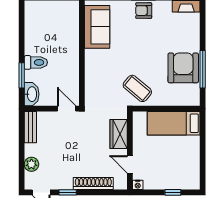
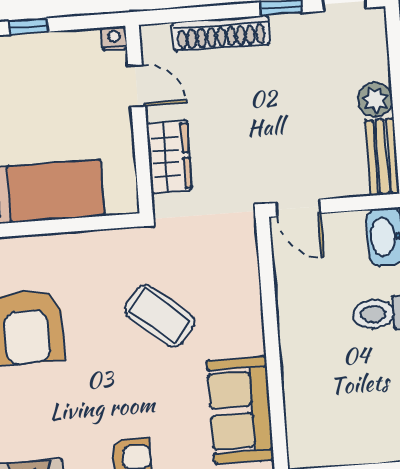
coffee table: (137, 88) -> (160, 316), moved
plant: (31, 164) -> (375, 100), moved

